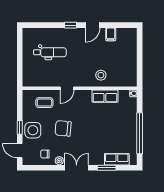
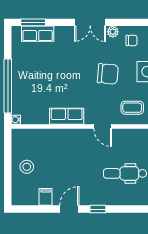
stool: (101, 75) -> (27, 167), moved
door: (67, 88) -> (103, 126), swing flipped
row of seats: (105, 96) -> (67, 116), moved
window: (140, 133) -> (8, 86), moved
window: (107, 168) -> (33, 22), moved

